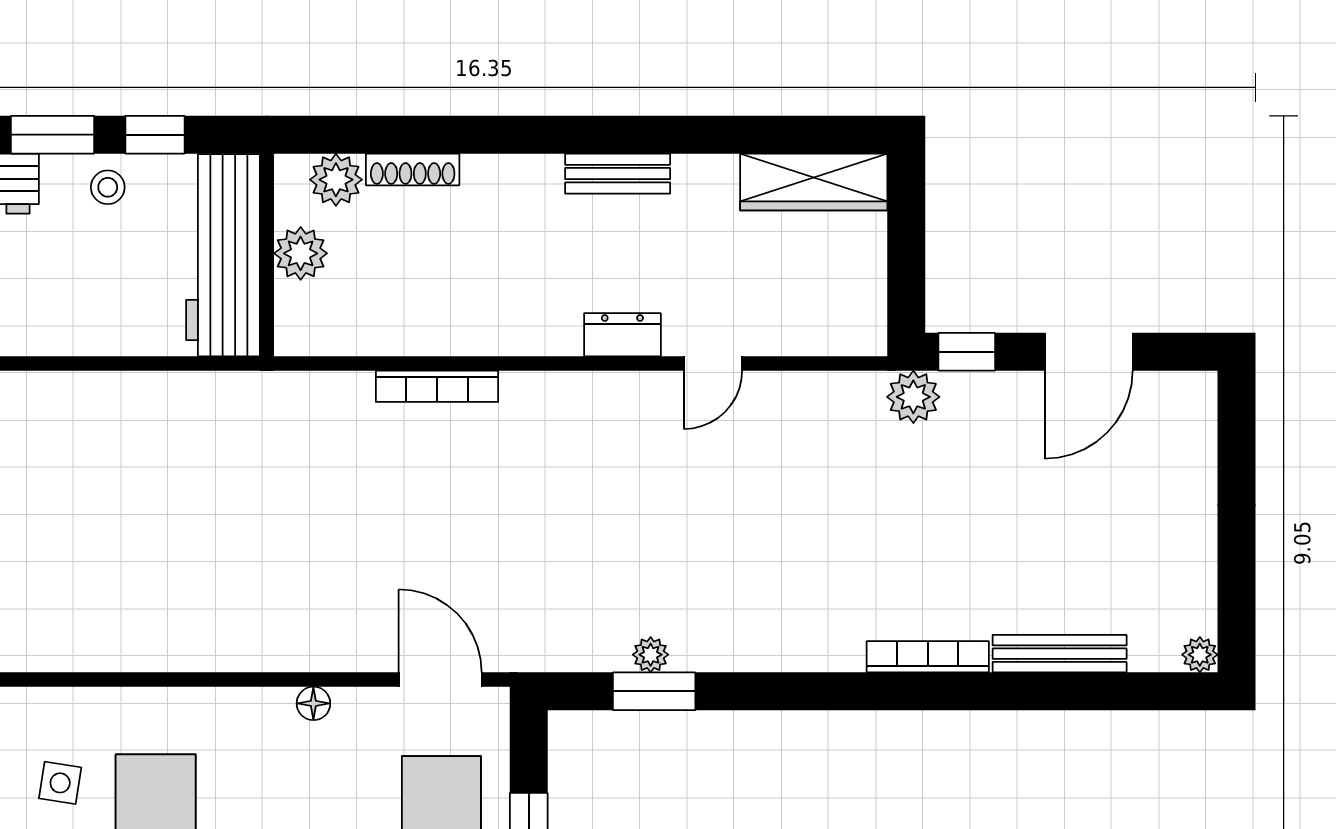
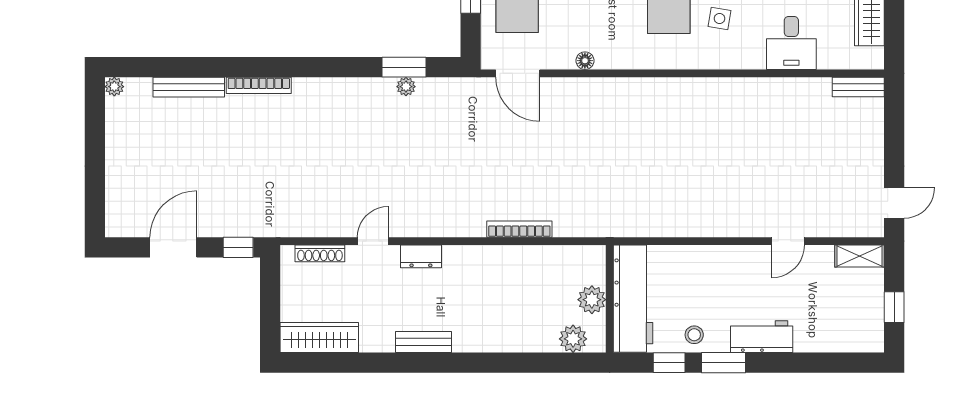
shoe rack: (413, 169) -> (320, 253), moved, turned 180
plant: (913, 397) -> (266, 223), removed

